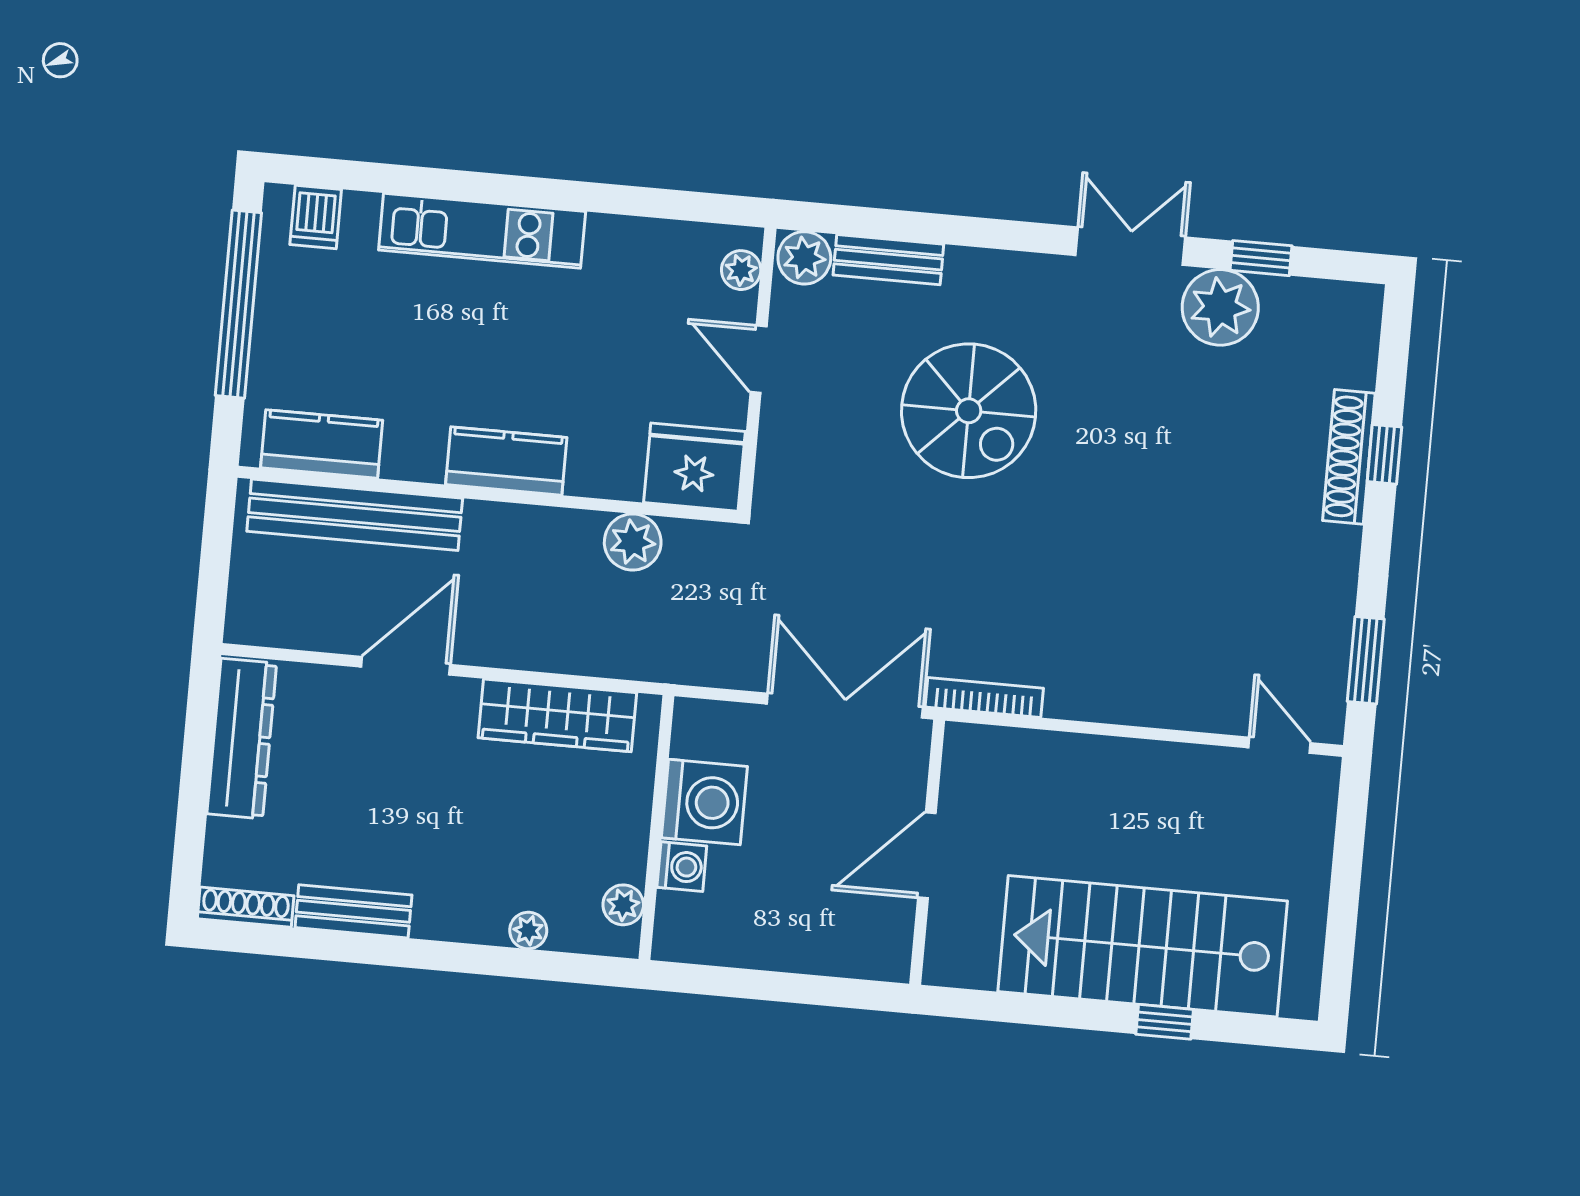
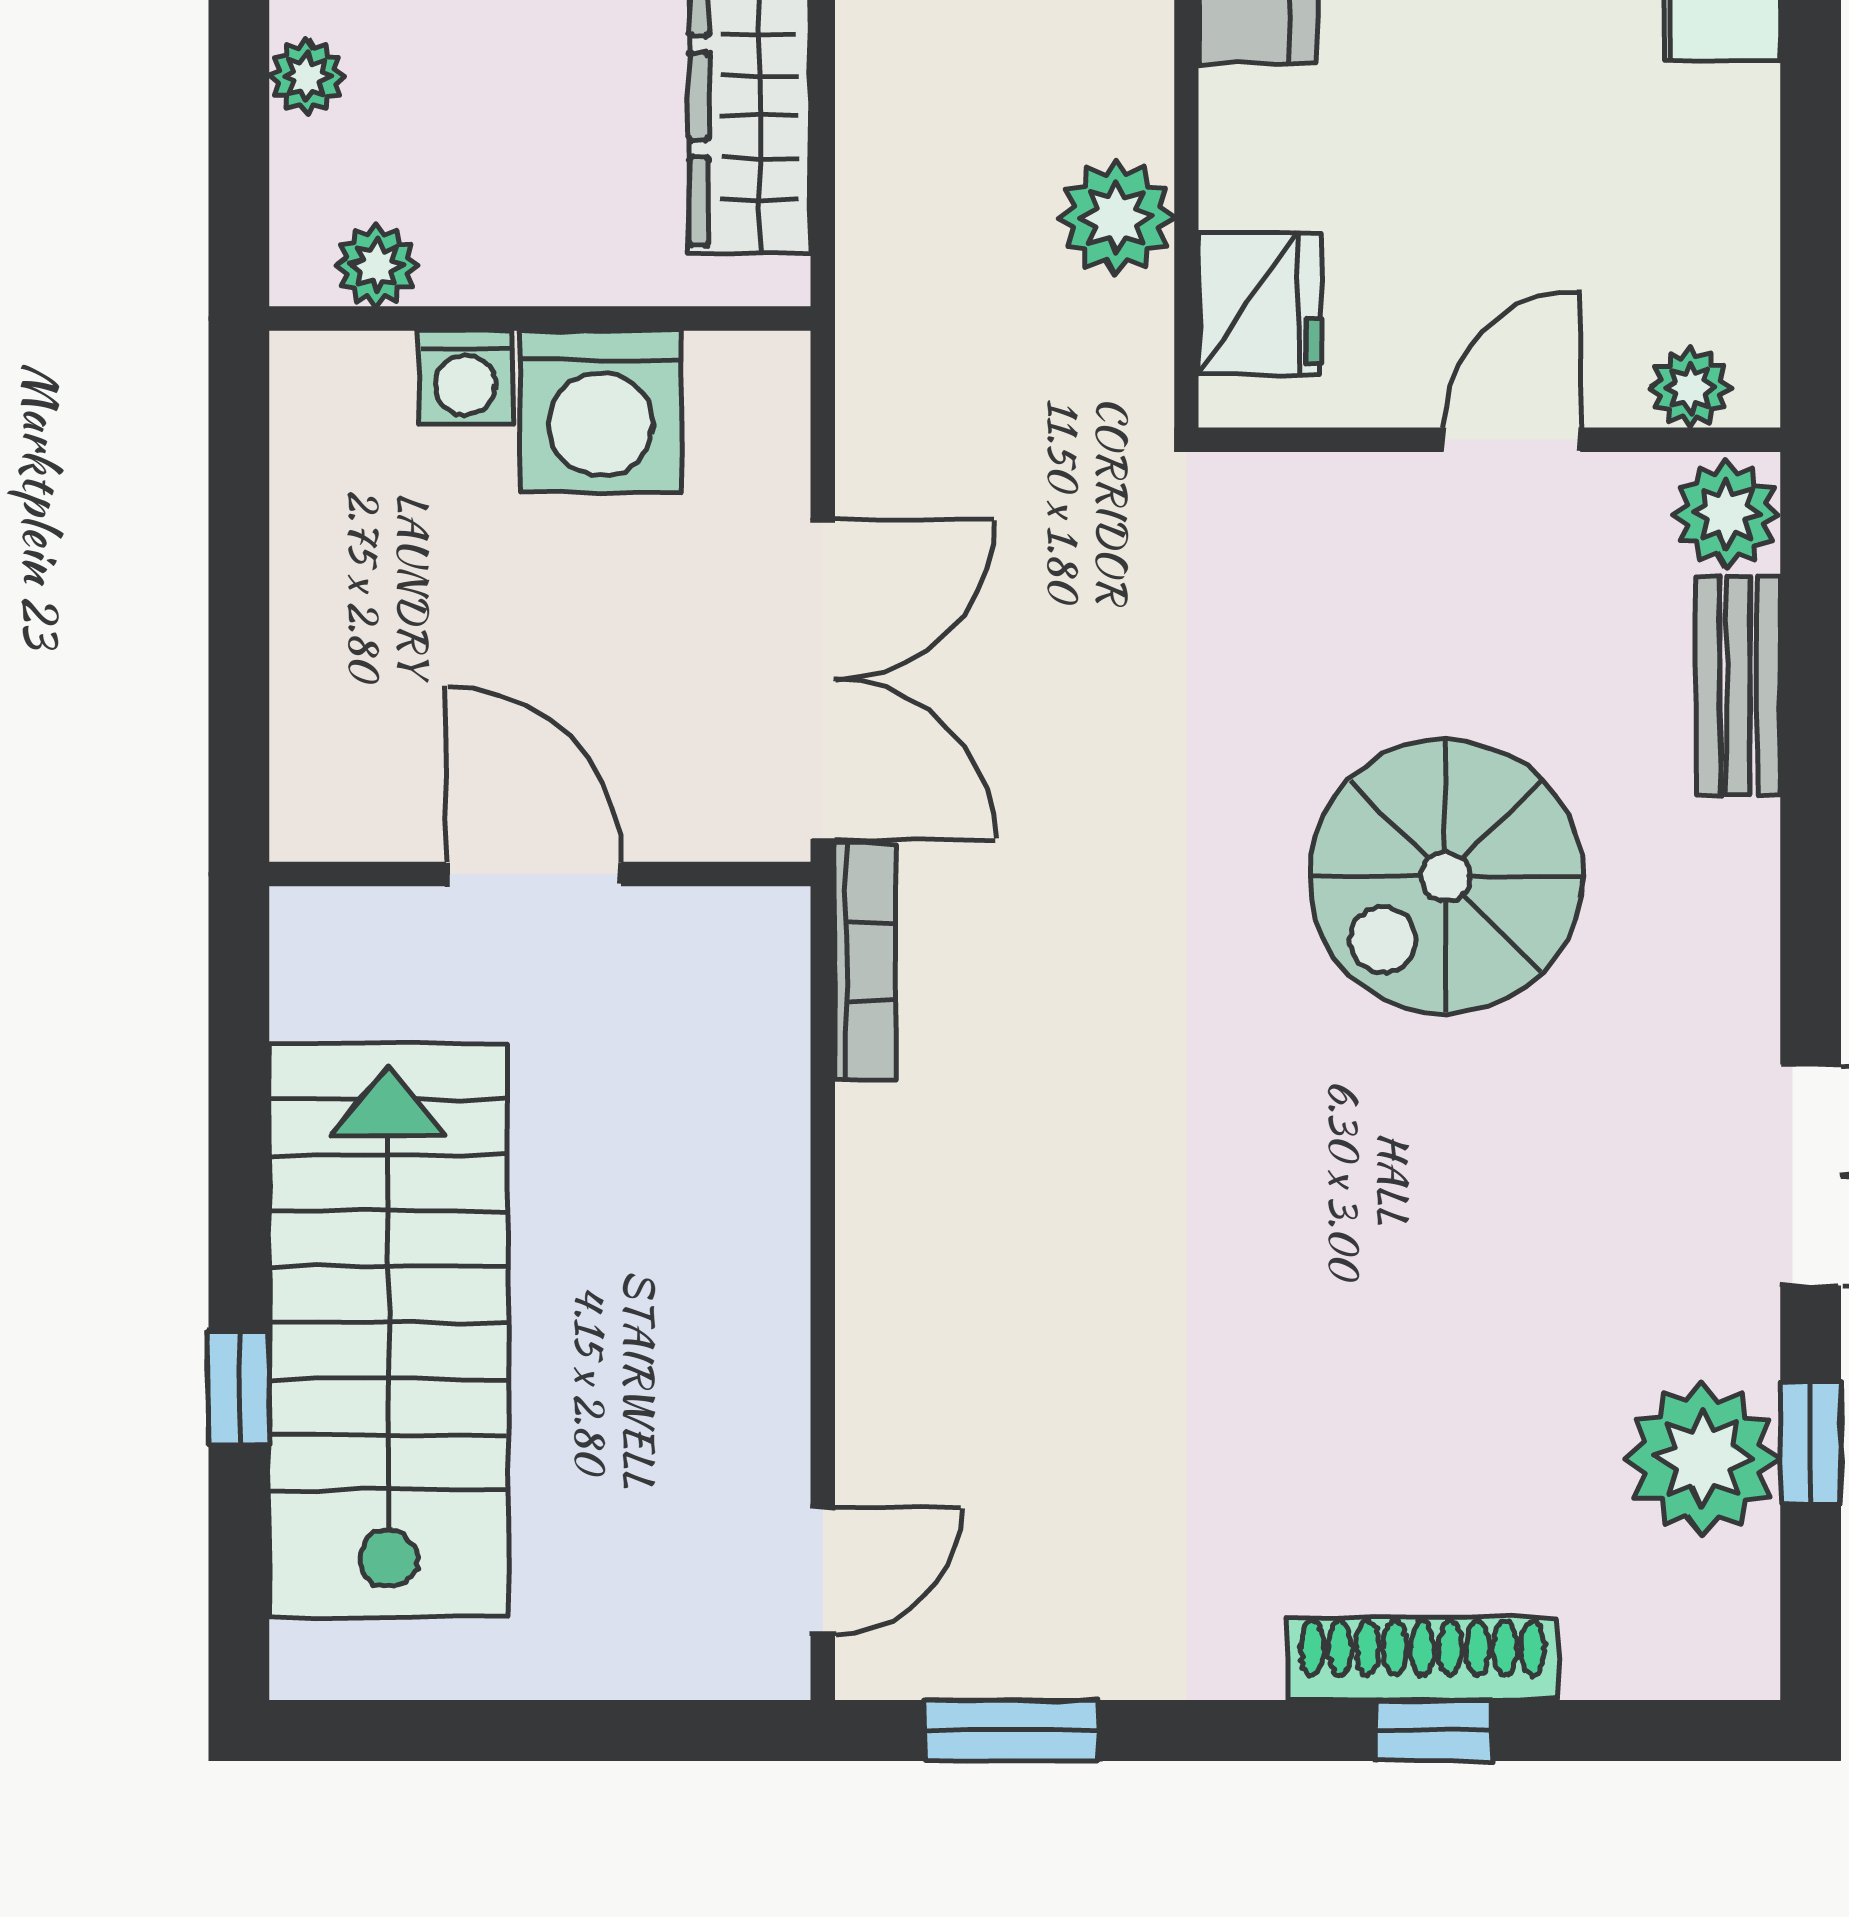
plant: (1220, 307) -> (1703, 1458), moved
fridge: (694, 467) -> (1260, 303), width x0.73, depth x0.75

